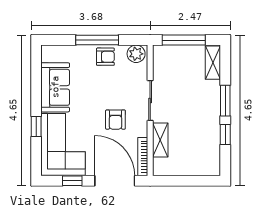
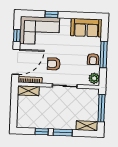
sofa: (55, 87) -> (86, 28), moved
shelving: (160, 140) -> (28, 91), moved

